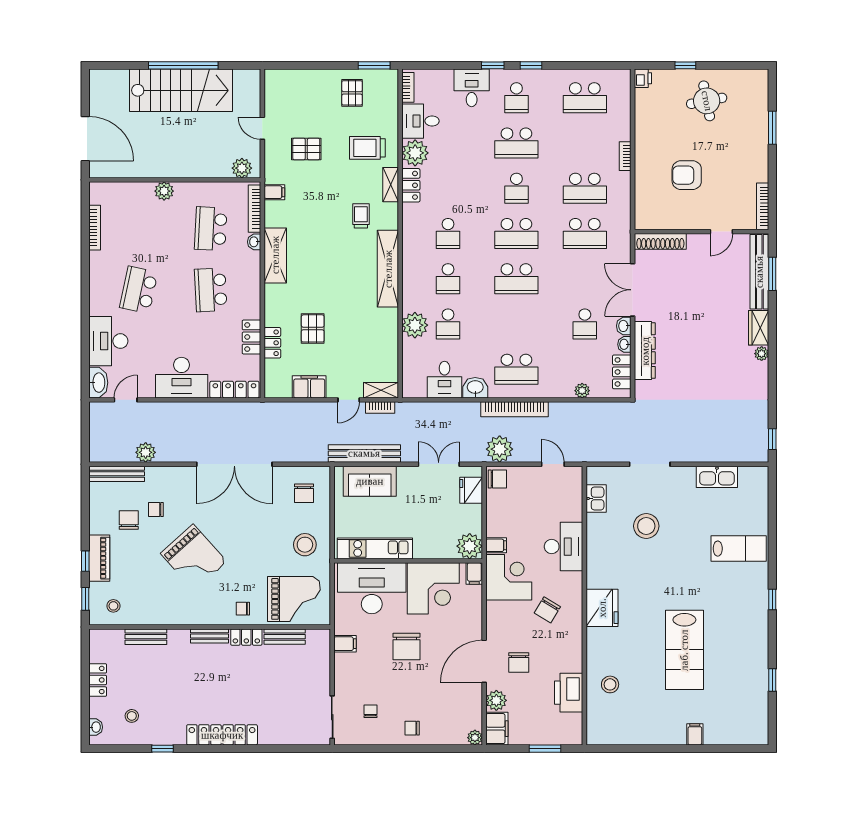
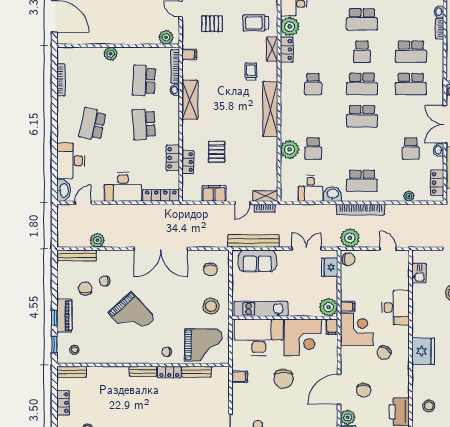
school desk: (448, 279) -> (313, 116), removed
washbasin: (624, 344) -> (439, 12), moved
bench: (146, 637) -> (72, 372), moved

